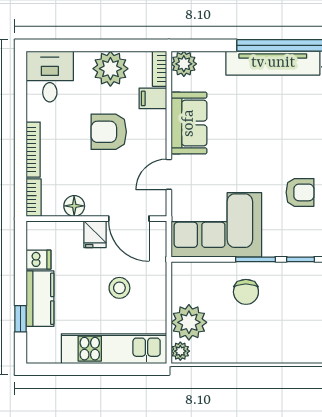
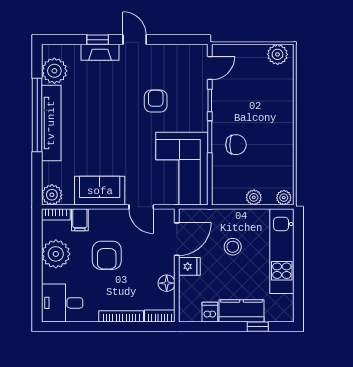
plant: (189, 322) -> (254, 197), width x0.53, depth x0.53

